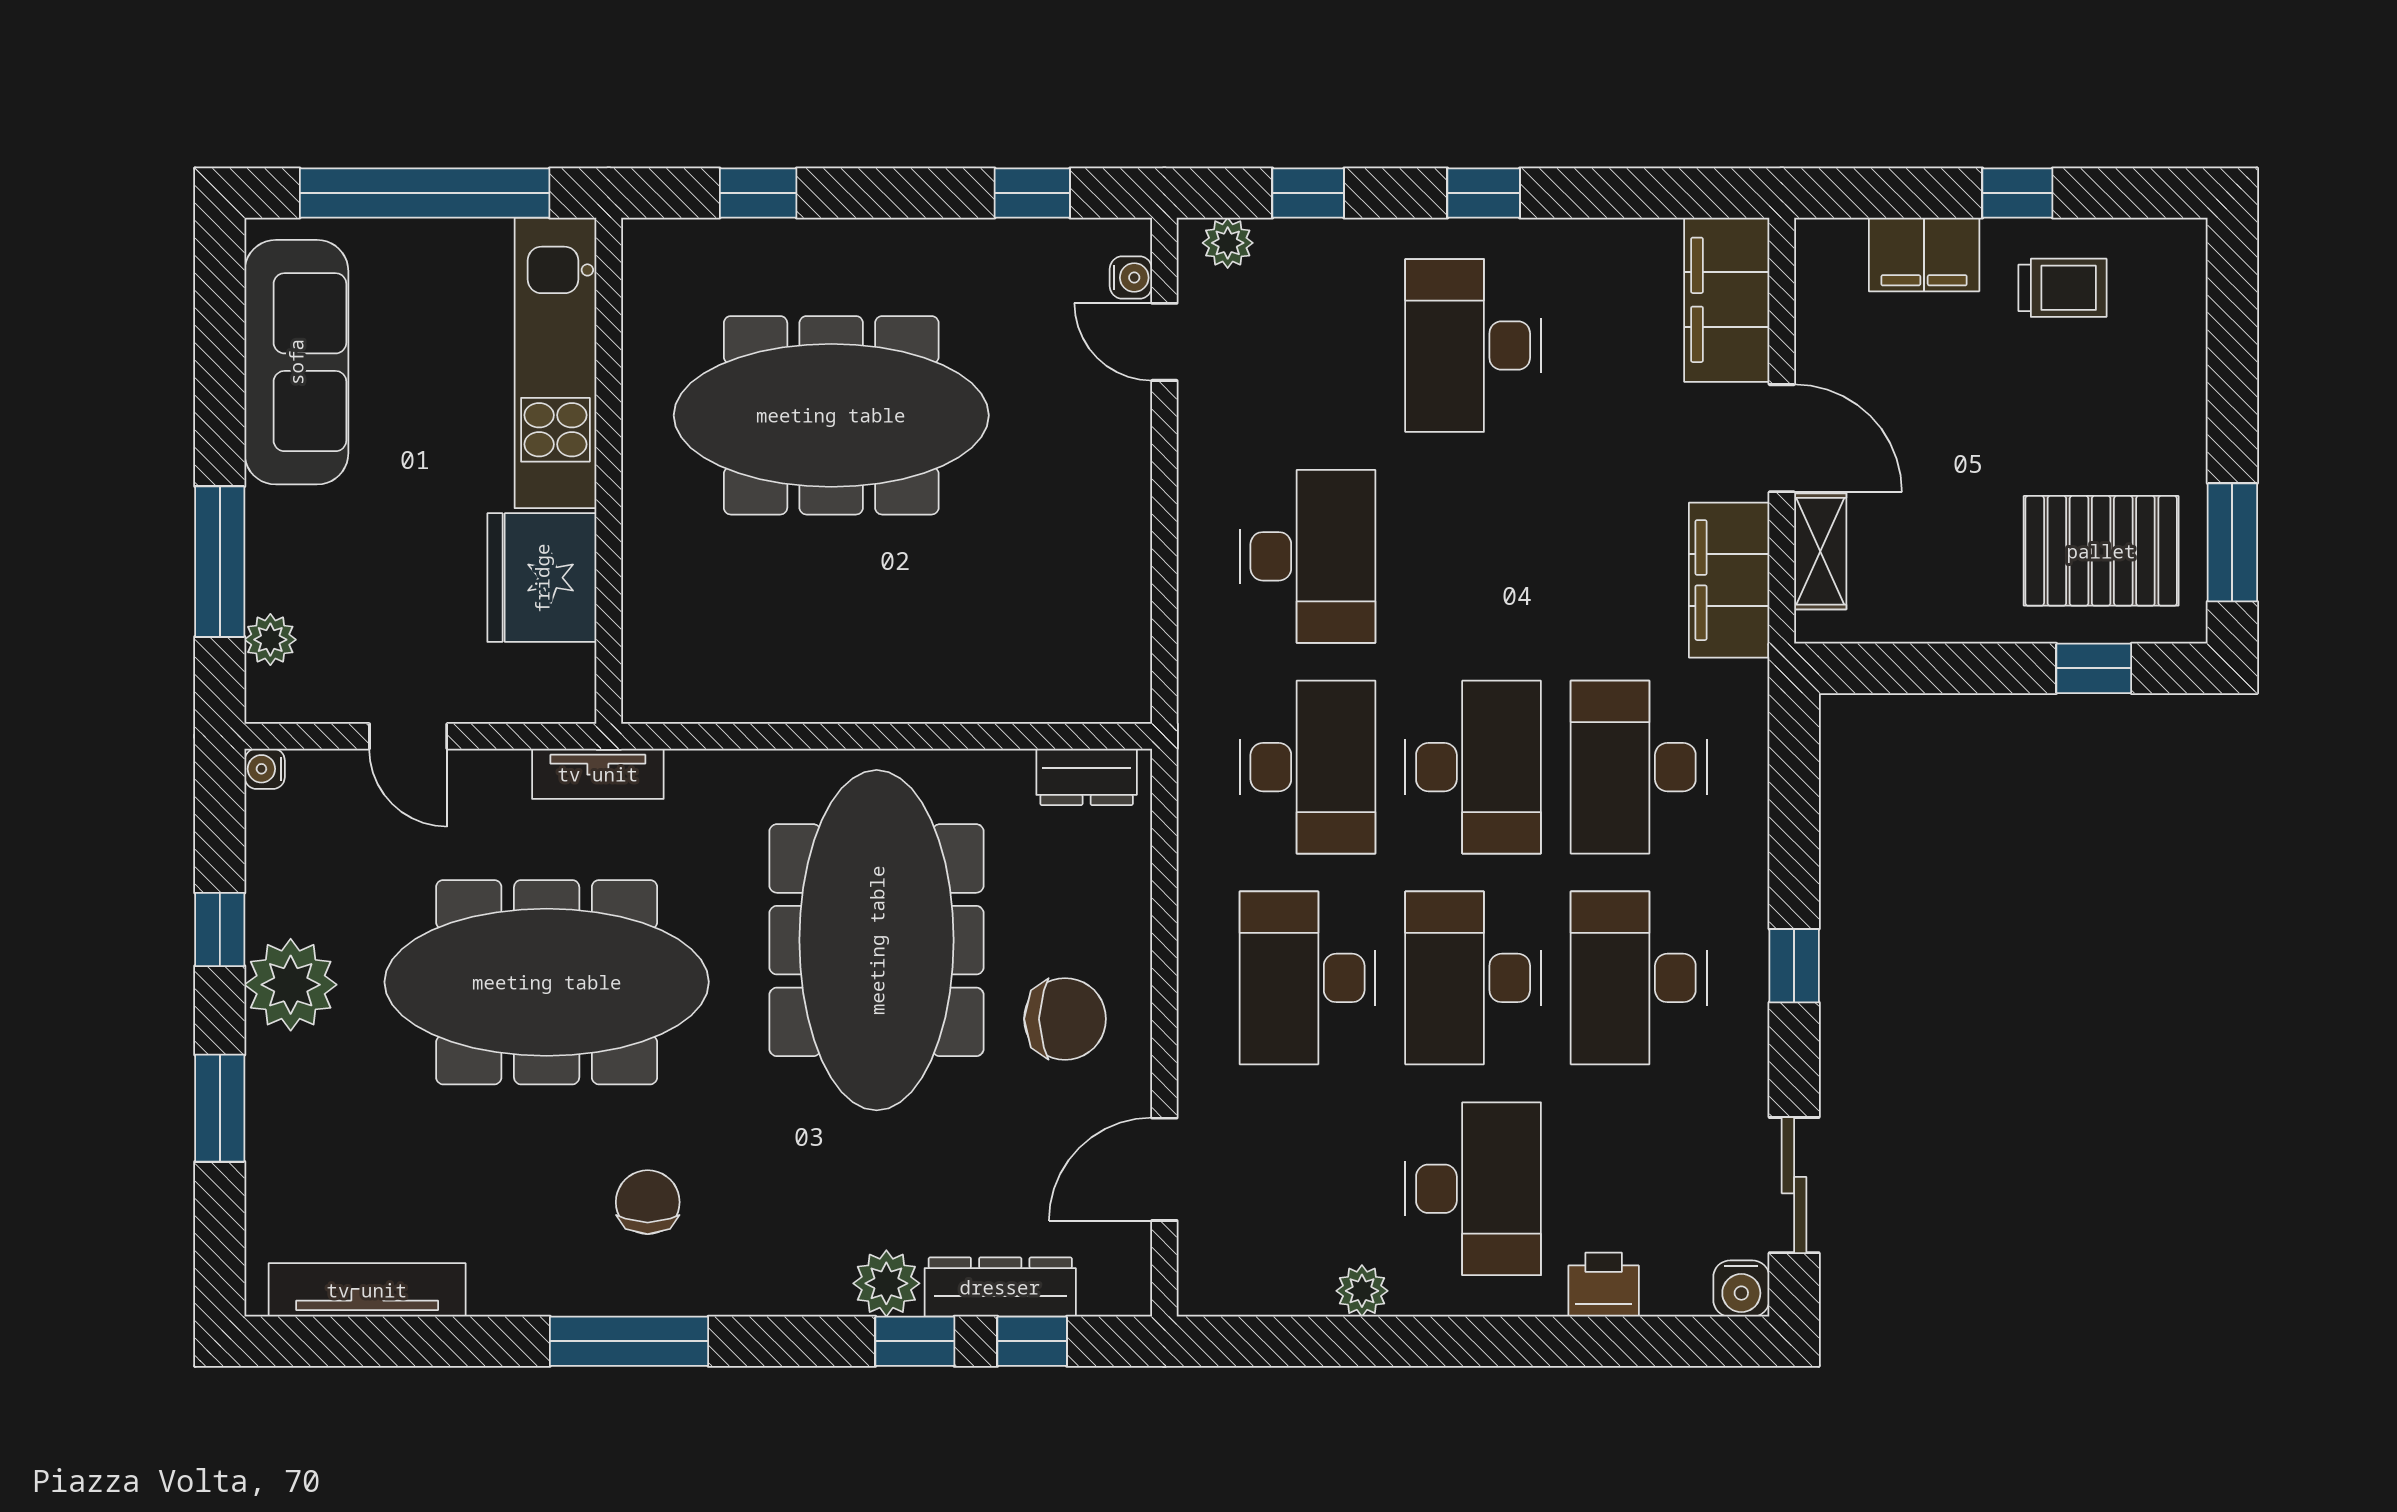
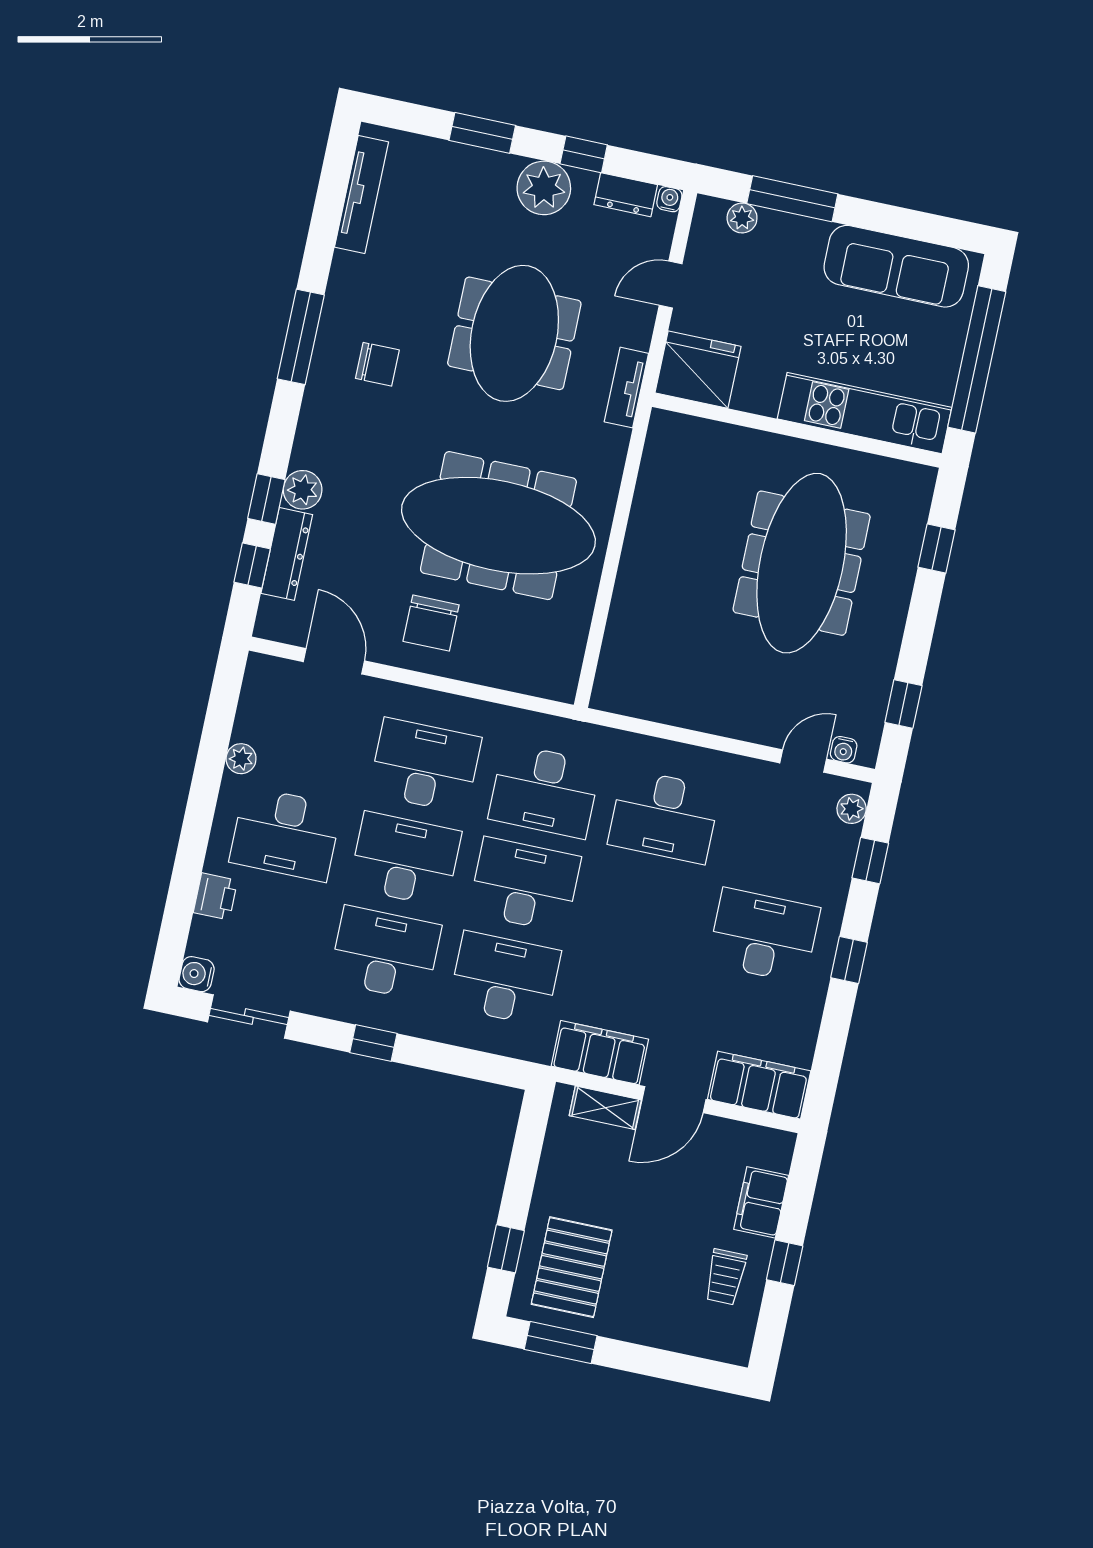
fridge: (542, 578) -> (698, 370), moved
desk: (1473, 767) -> (525, 885), turned 180
dresser: (1087, 777) -> (626, 195), moved, turned -90
meeting table: (547, 982) -> (514, 333), width x0.73

